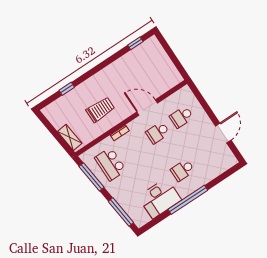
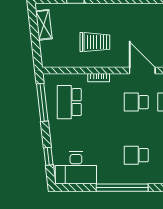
shelving: (70, 137) -> (44, 25), moved
desk: (160, 198) -> (76, 168), moved
window: (121, 212) -> (48, 156), width x0.46

